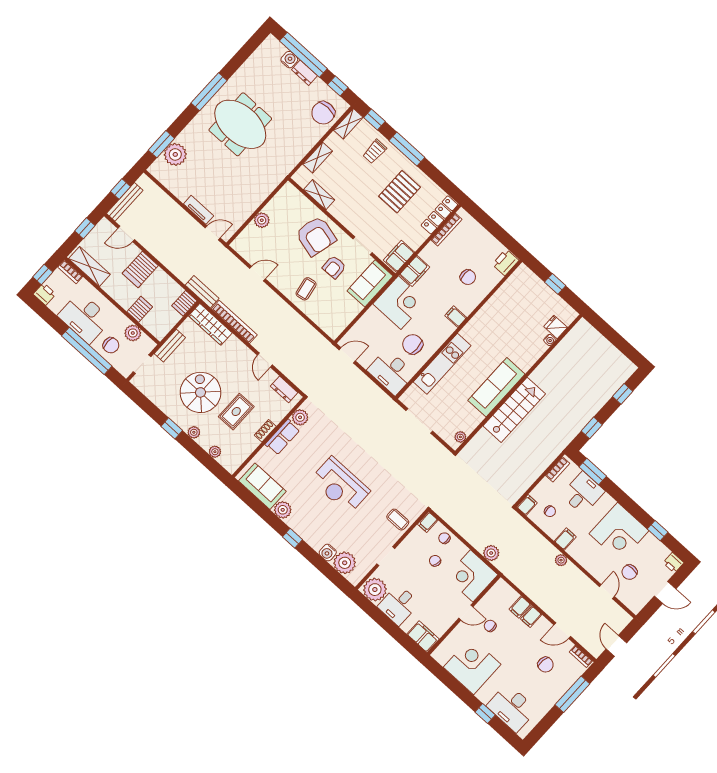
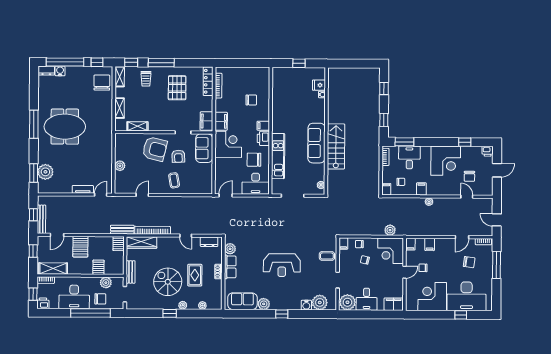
dresser: (304, 73) -> (46, 71), moved
chair: (323, 113) -> (102, 83), turned 180
printer: (505, 262) -> (263, 138), moved
filing cabinet: (531, 617) -> (410, 244), moved
desk: (512, 708) -> (467, 296), width x1.36, depth x1.30

